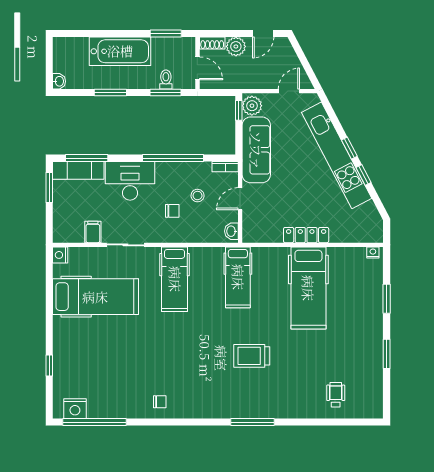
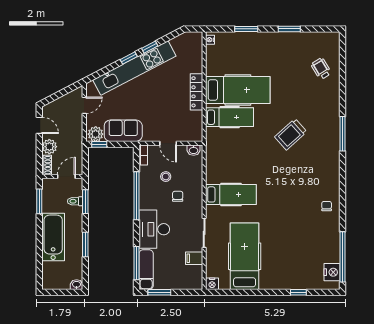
door: (289, 91) -> (84, 105), swing flipped
sofa: (256, 150) -> (123, 131), width x0.73
hospital bed: (238, 277) -> (230, 117), moved
trolley: (252, 356) -> (291, 134), turned 48
wheelchair: (336, 395) -> (321, 69), turned 59

